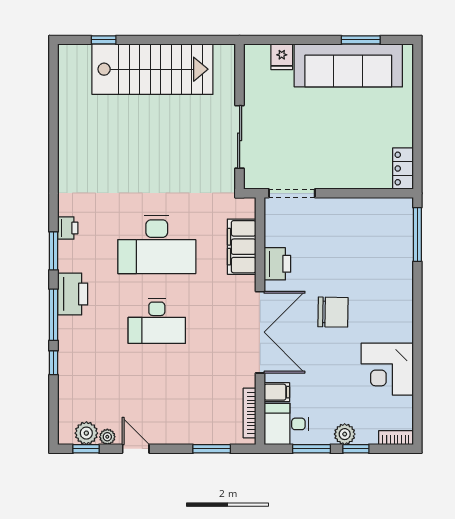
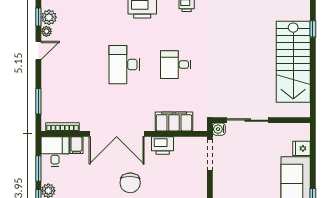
water cooler: (253, 180) -> (219, 129), added
desk: (157, 244) -> (176, 65), width x0.53, depth x0.77

